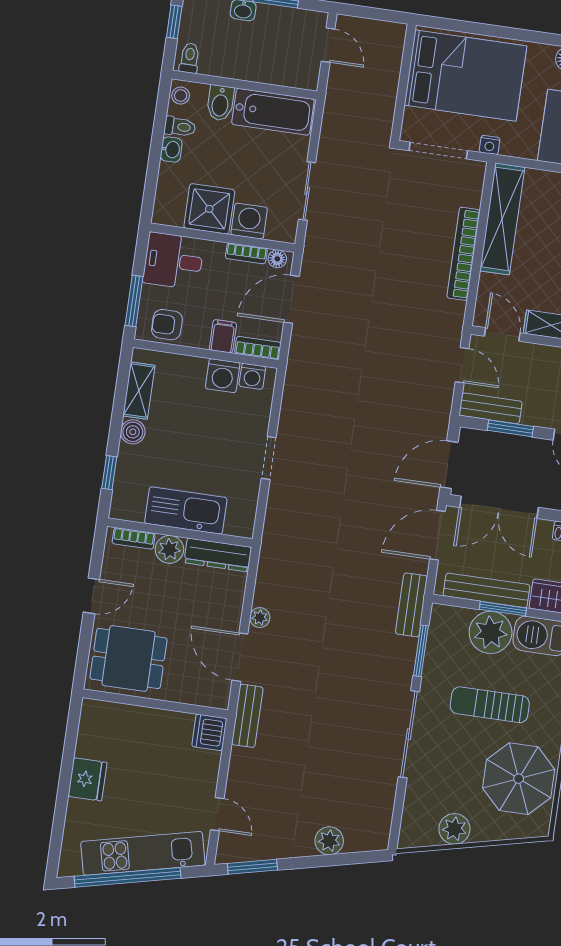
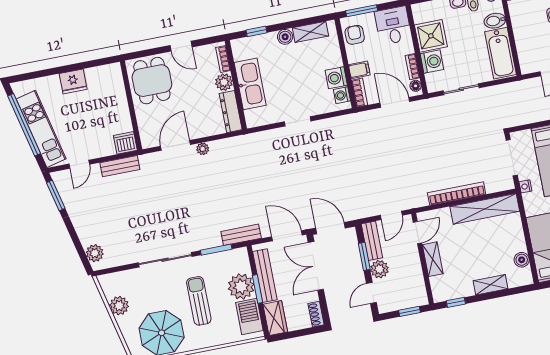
plant: (538, 412) -> (379, 269), added
bench: (247, 716) -> (120, 166), moved
plant: (329, 841) -> (95, 253), moved

